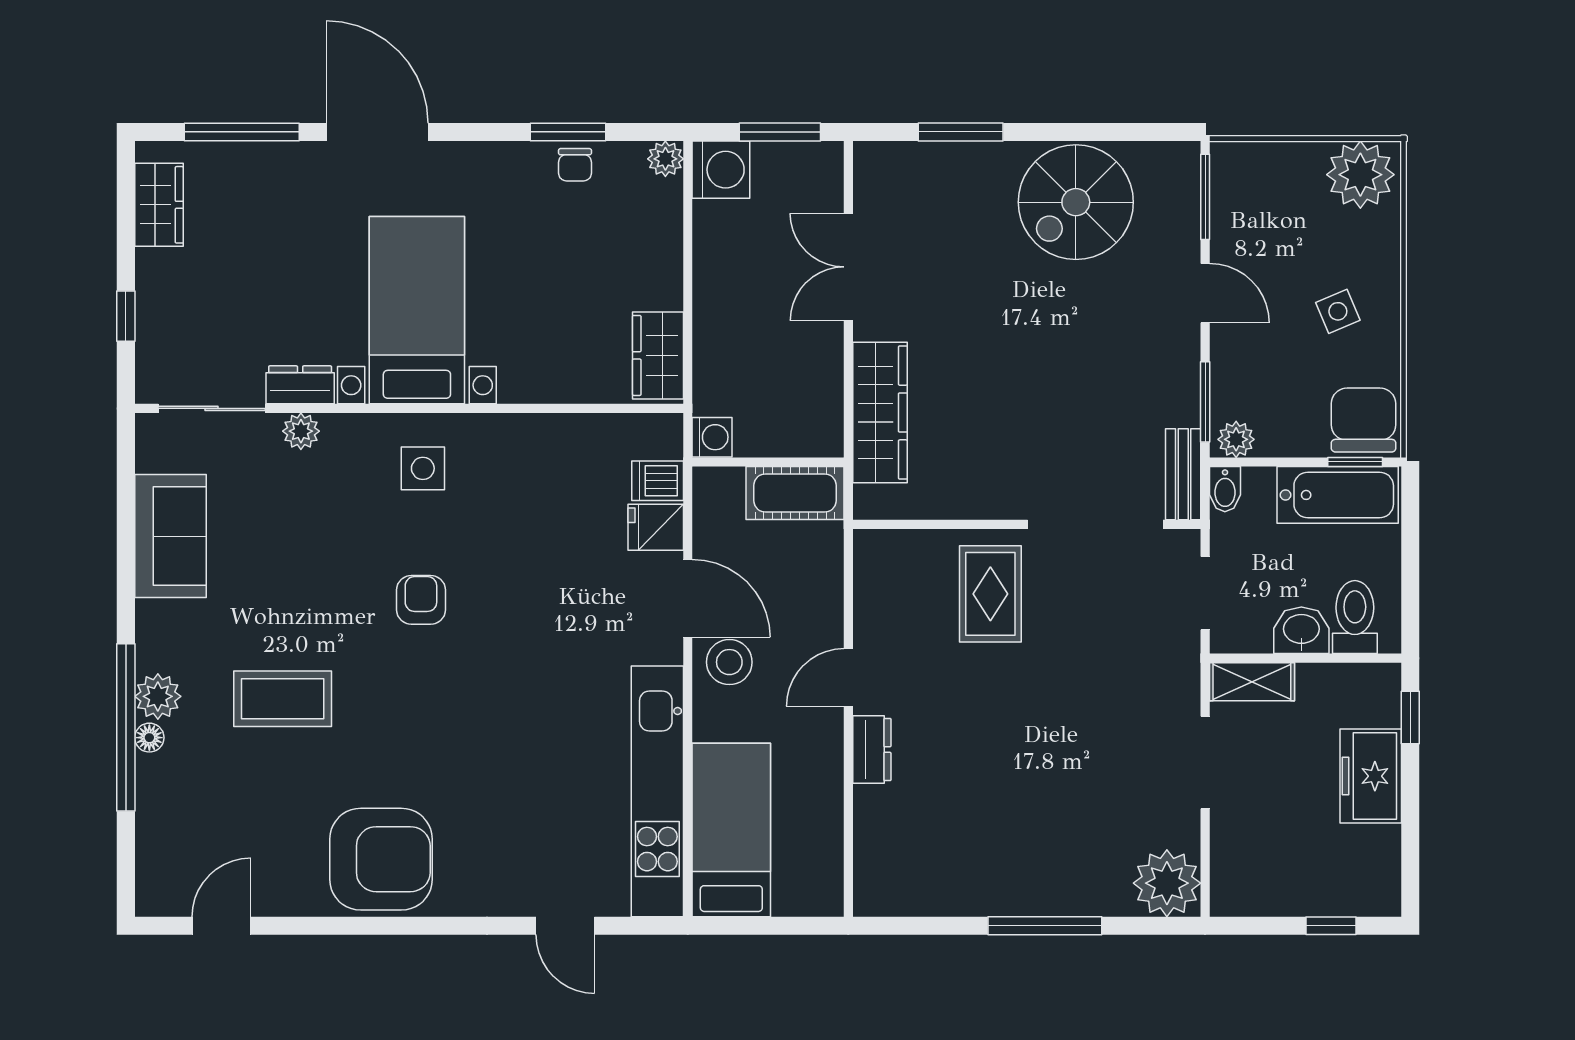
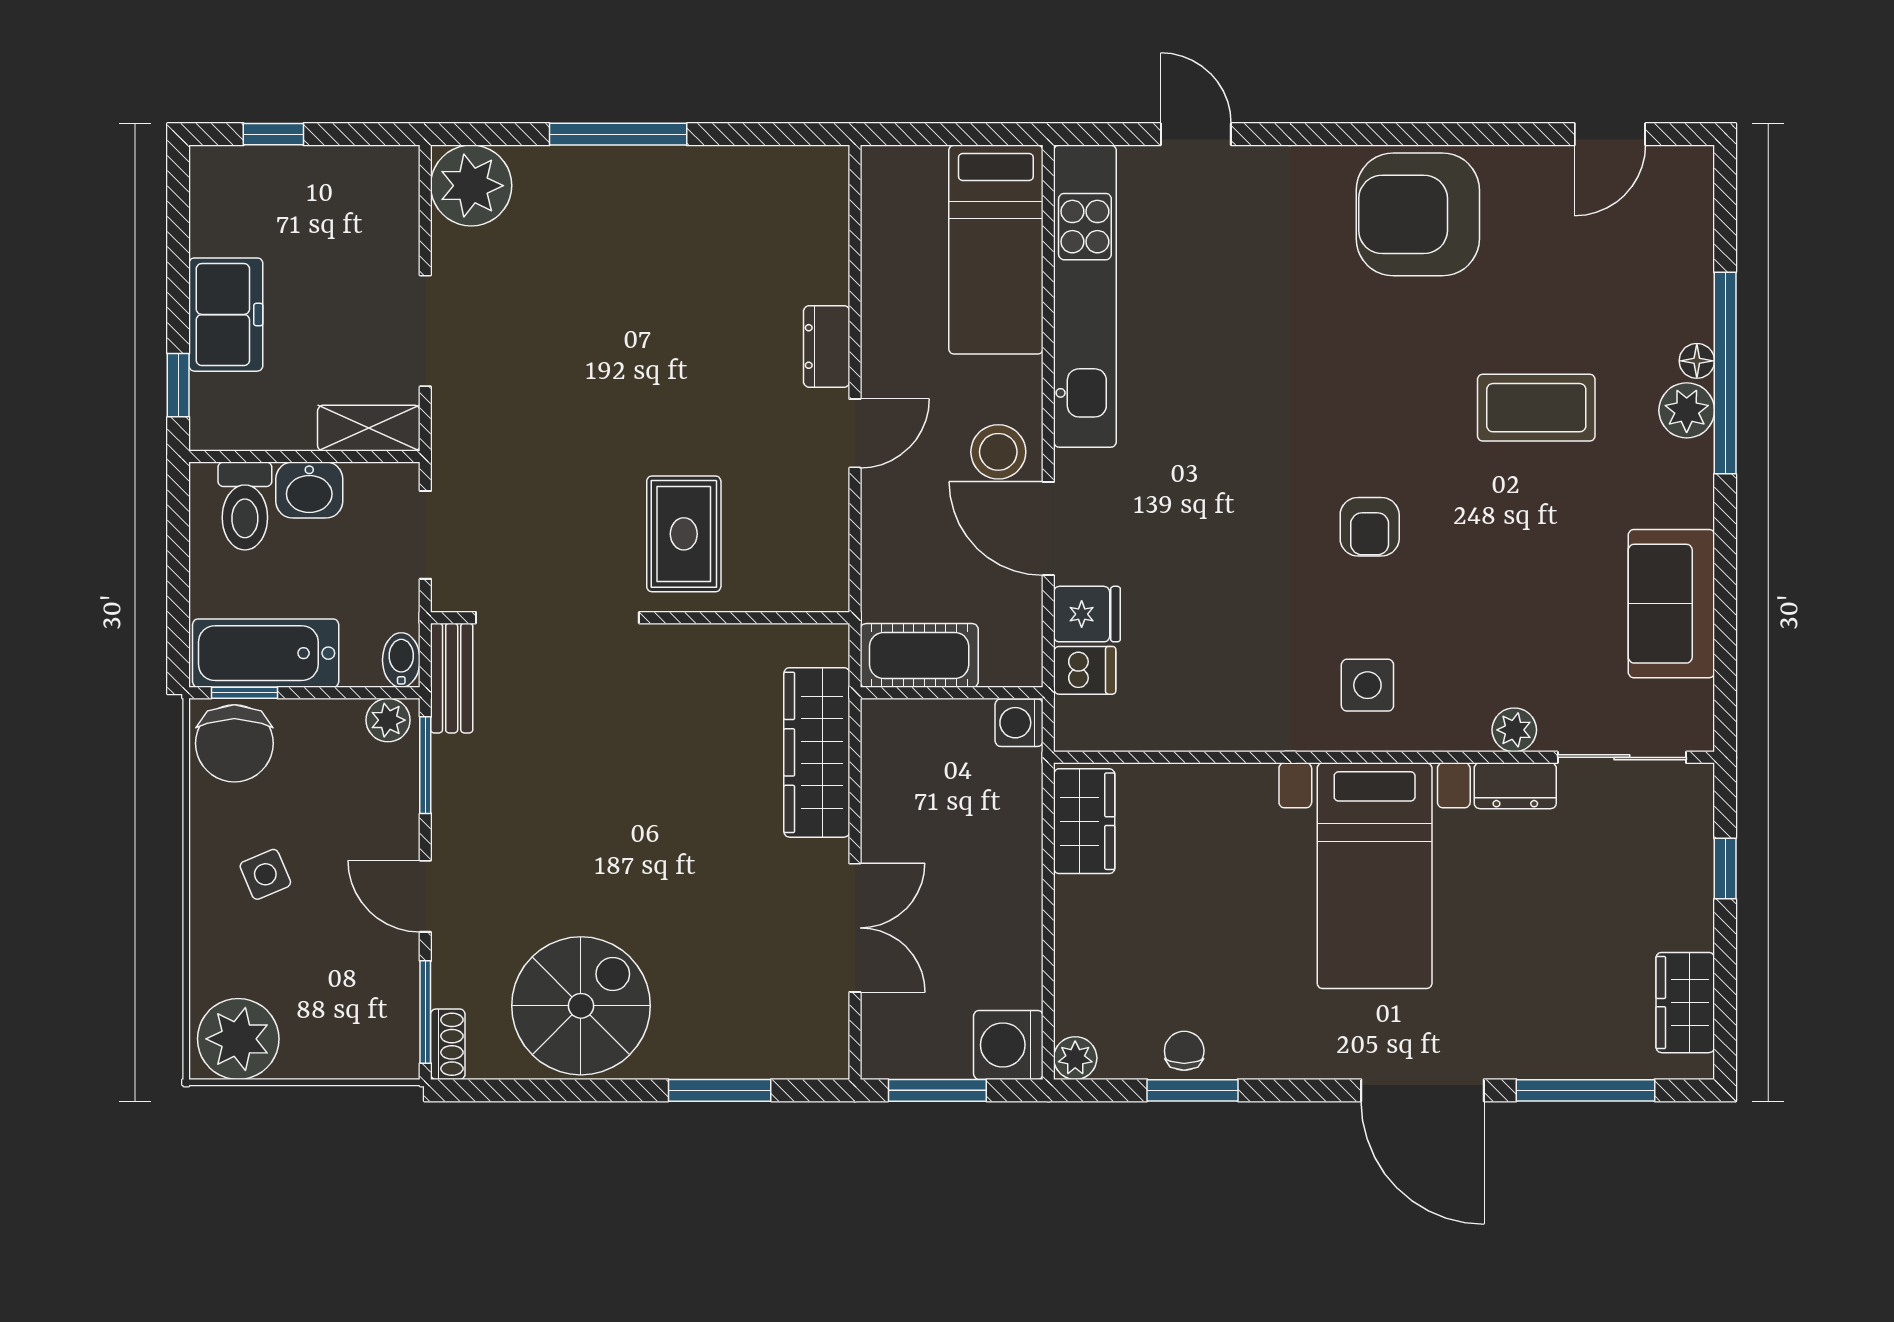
shoe rack: (1186, 170) -> (448, 1044), added

